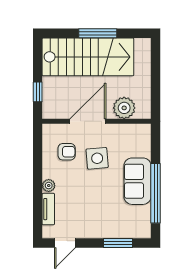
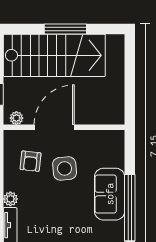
plant: (124, 108) -> (16, 118), moved, width x0.53, depth x0.53
armchair: (67, 152) -> (30, 161), turned 96

